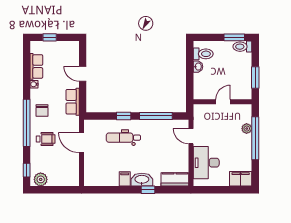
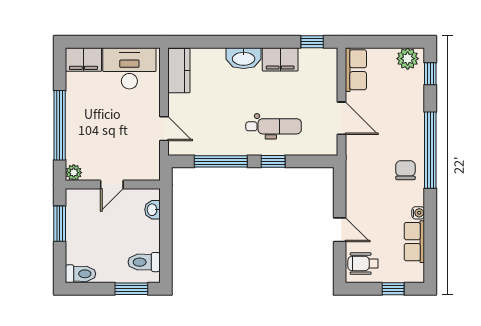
window: (234, 37) -> (131, 289), moved
washbasin: (198, 67) -> (153, 210), moved
row of seats: (73, 102) -> (356, 70), moved
plant: (247, 129) -> (74, 173), moved
wheelchair: (46, 139) -> (363, 264), moved
desk: (206, 163) -> (129, 68), moved, turned -90
filing cabinet: (125, 179) -> (280, 59), width x2.00
kitchen counter: (175, 179) -> (179, 71), moved, turned -90
window: (148, 190) -> (312, 42), moved

